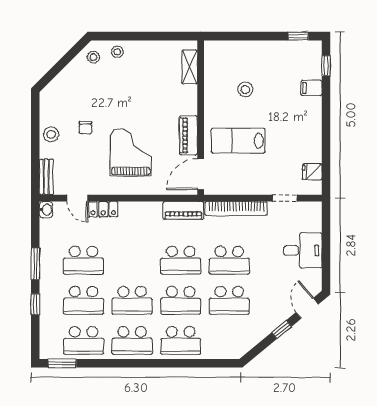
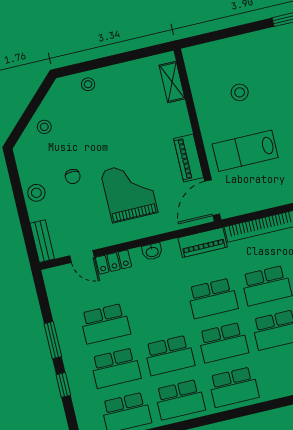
stool: (94, 57) -> (44, 127), moved
washbasin: (46, 210) -> (152, 252), moved, turned 90

